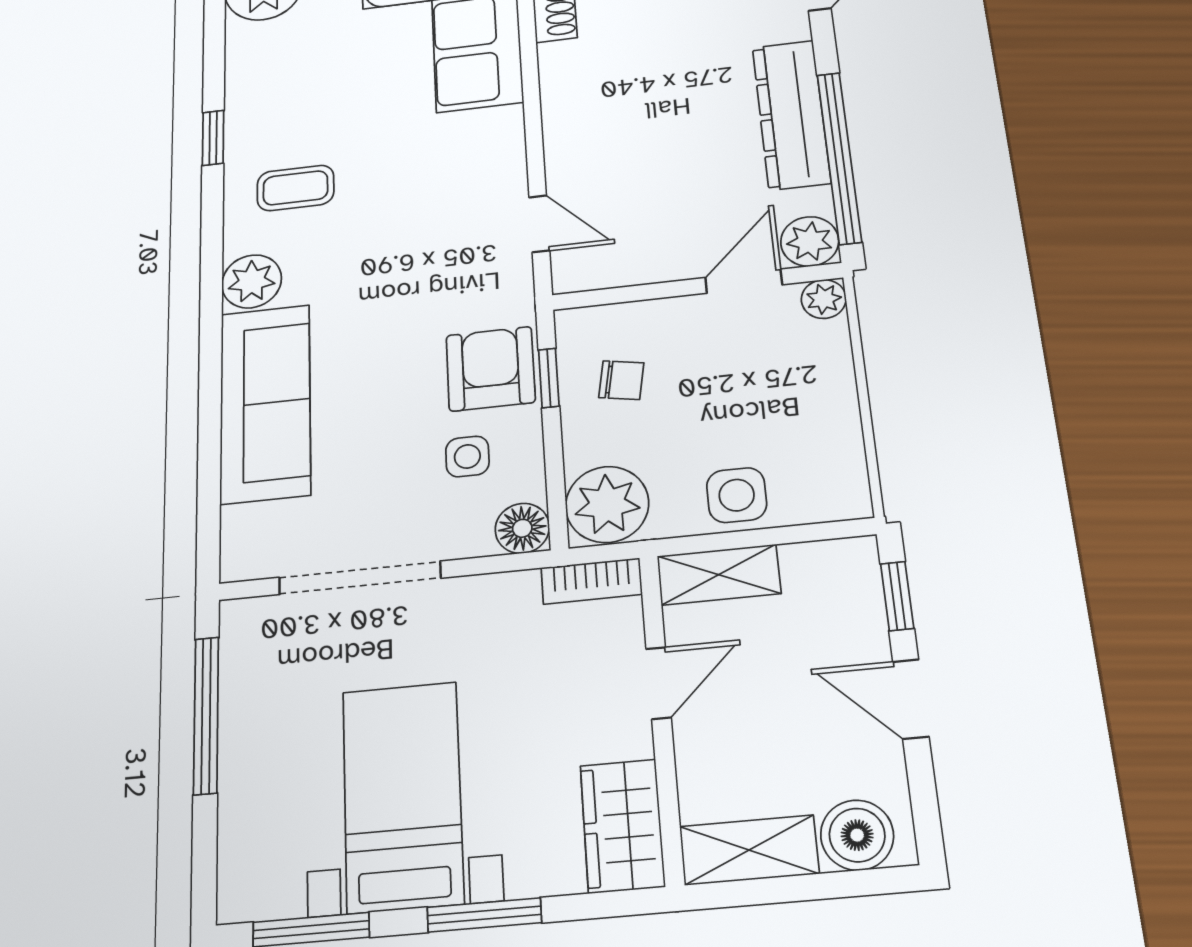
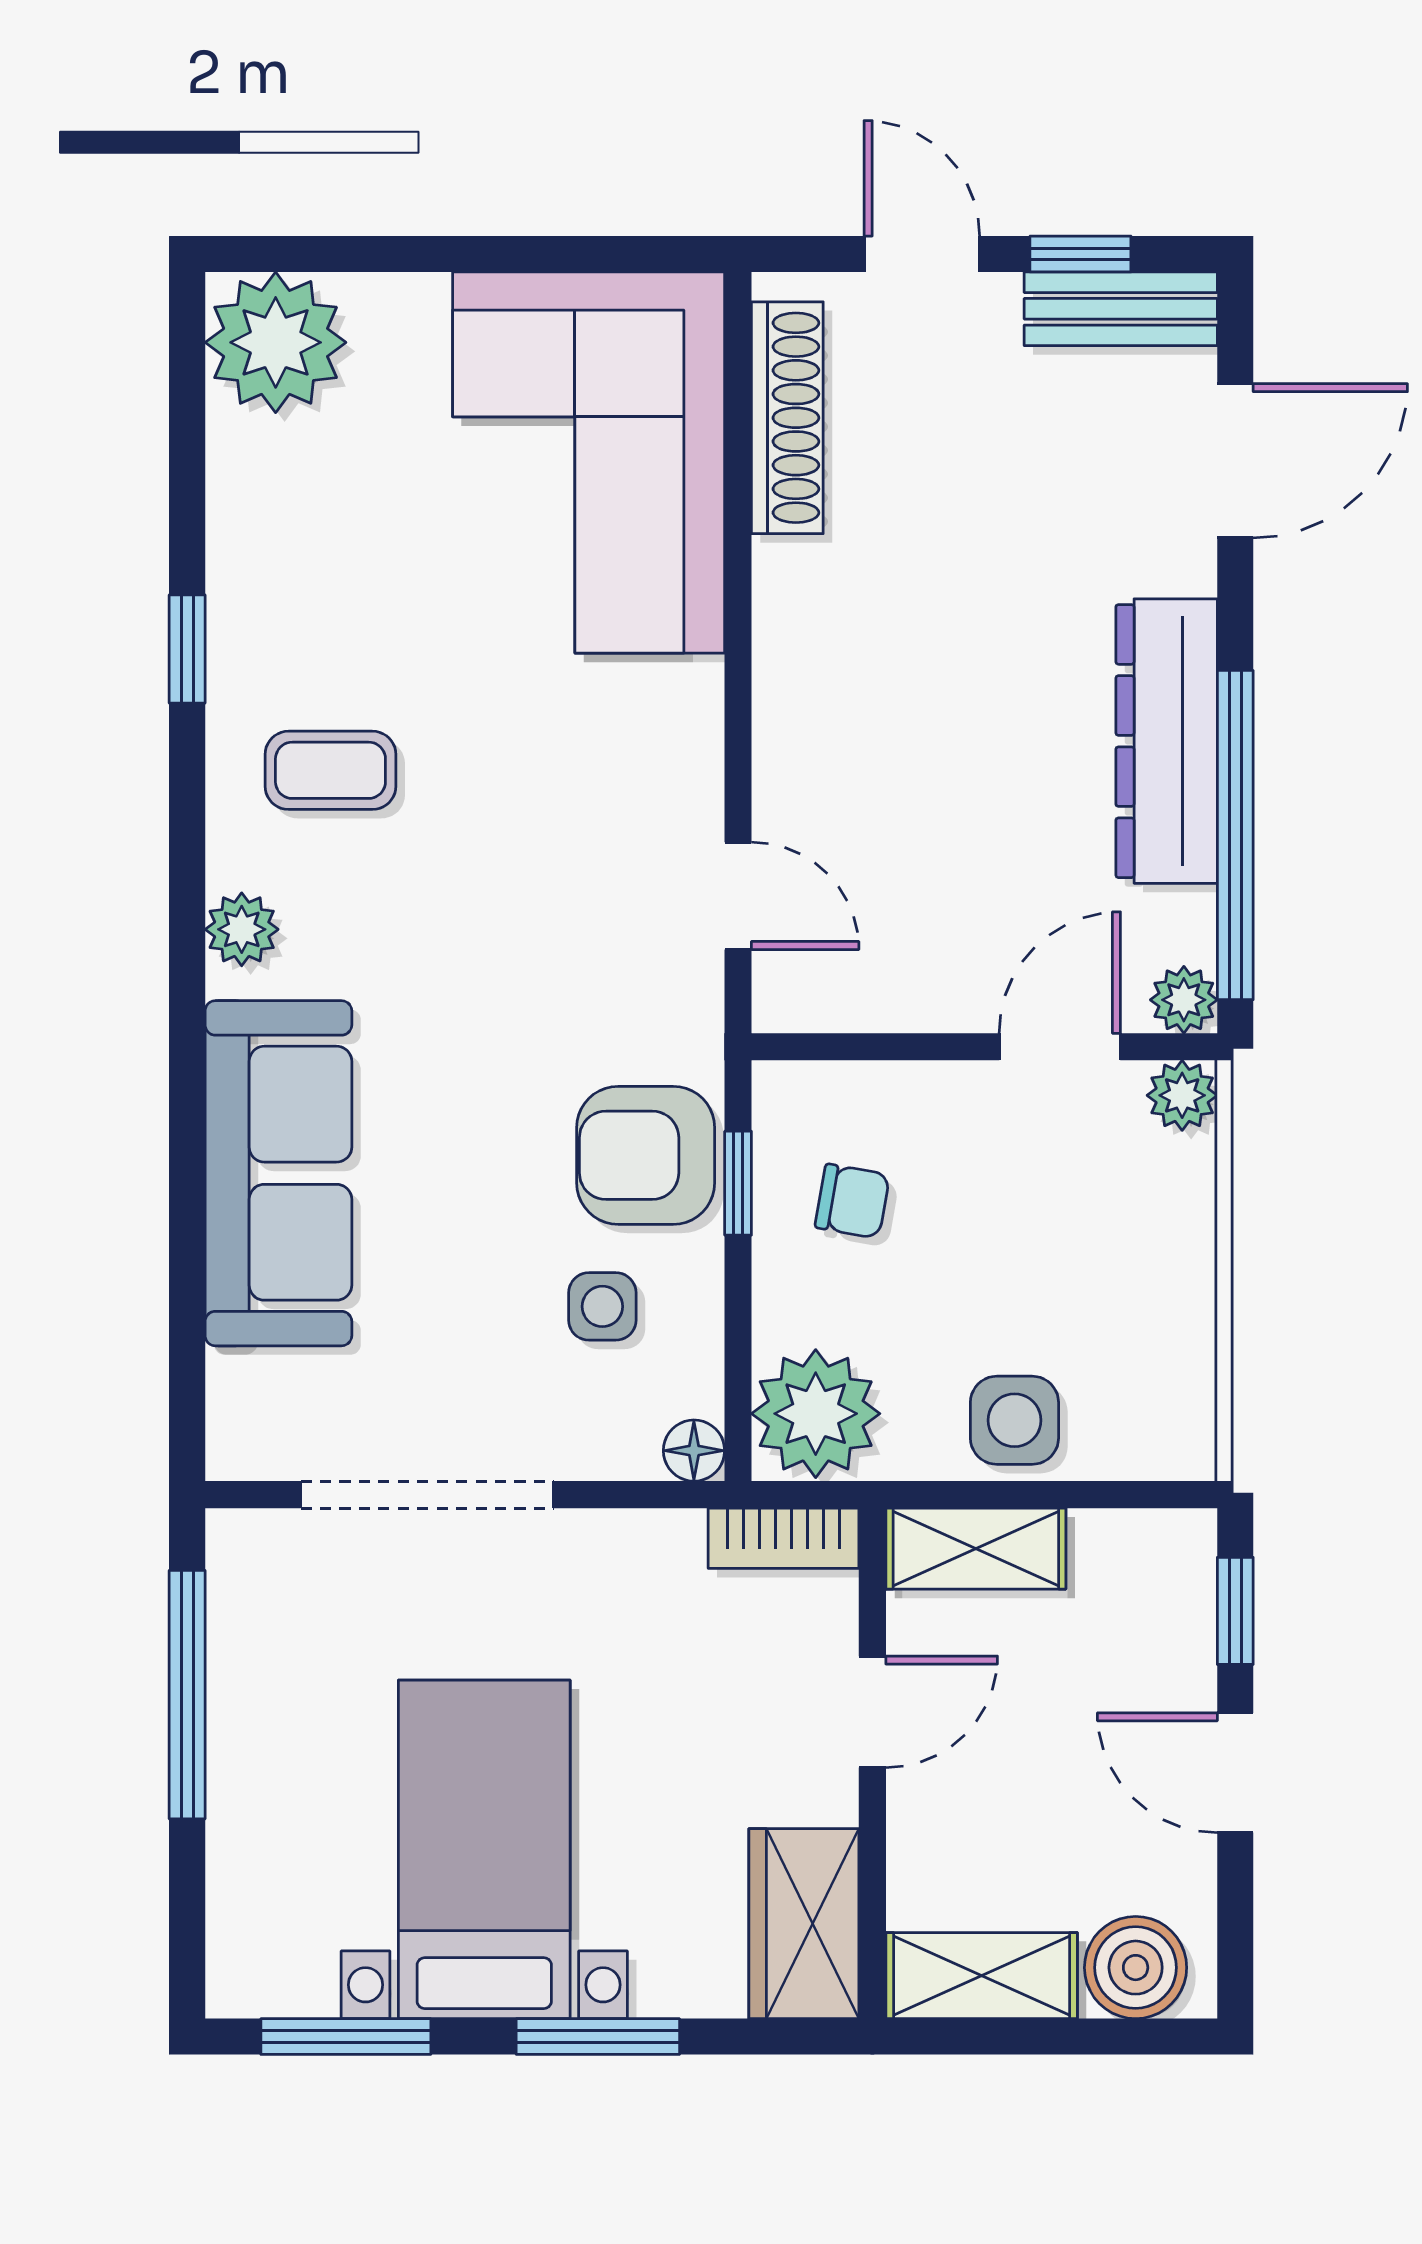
plant: (810, 241) -> (1184, 1000), width x0.73, depth x0.73
plant: (252, 281) -> (242, 929), width x0.73, depth x0.73
armchair: (491, 369) -> (646, 1155), turned -90
floor lamp: (522, 528) -> (694, 1451), width x0.73, depth x0.73

